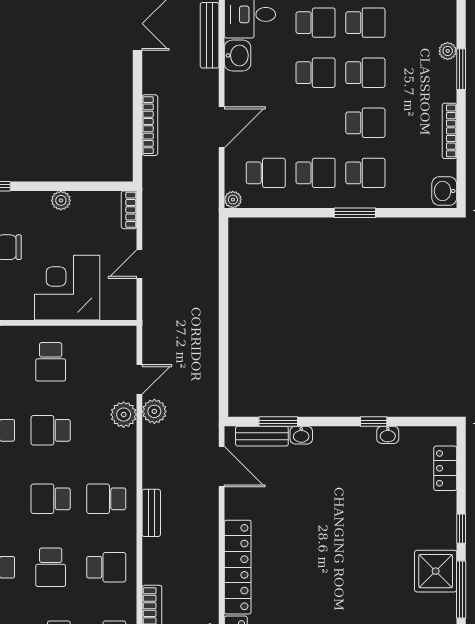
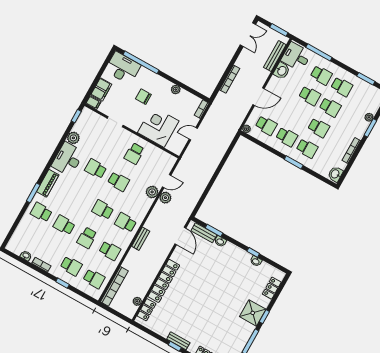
school desk: (51, 430) -> (118, 182), turned 180
shower: (436, 571) -> (253, 313), moved

